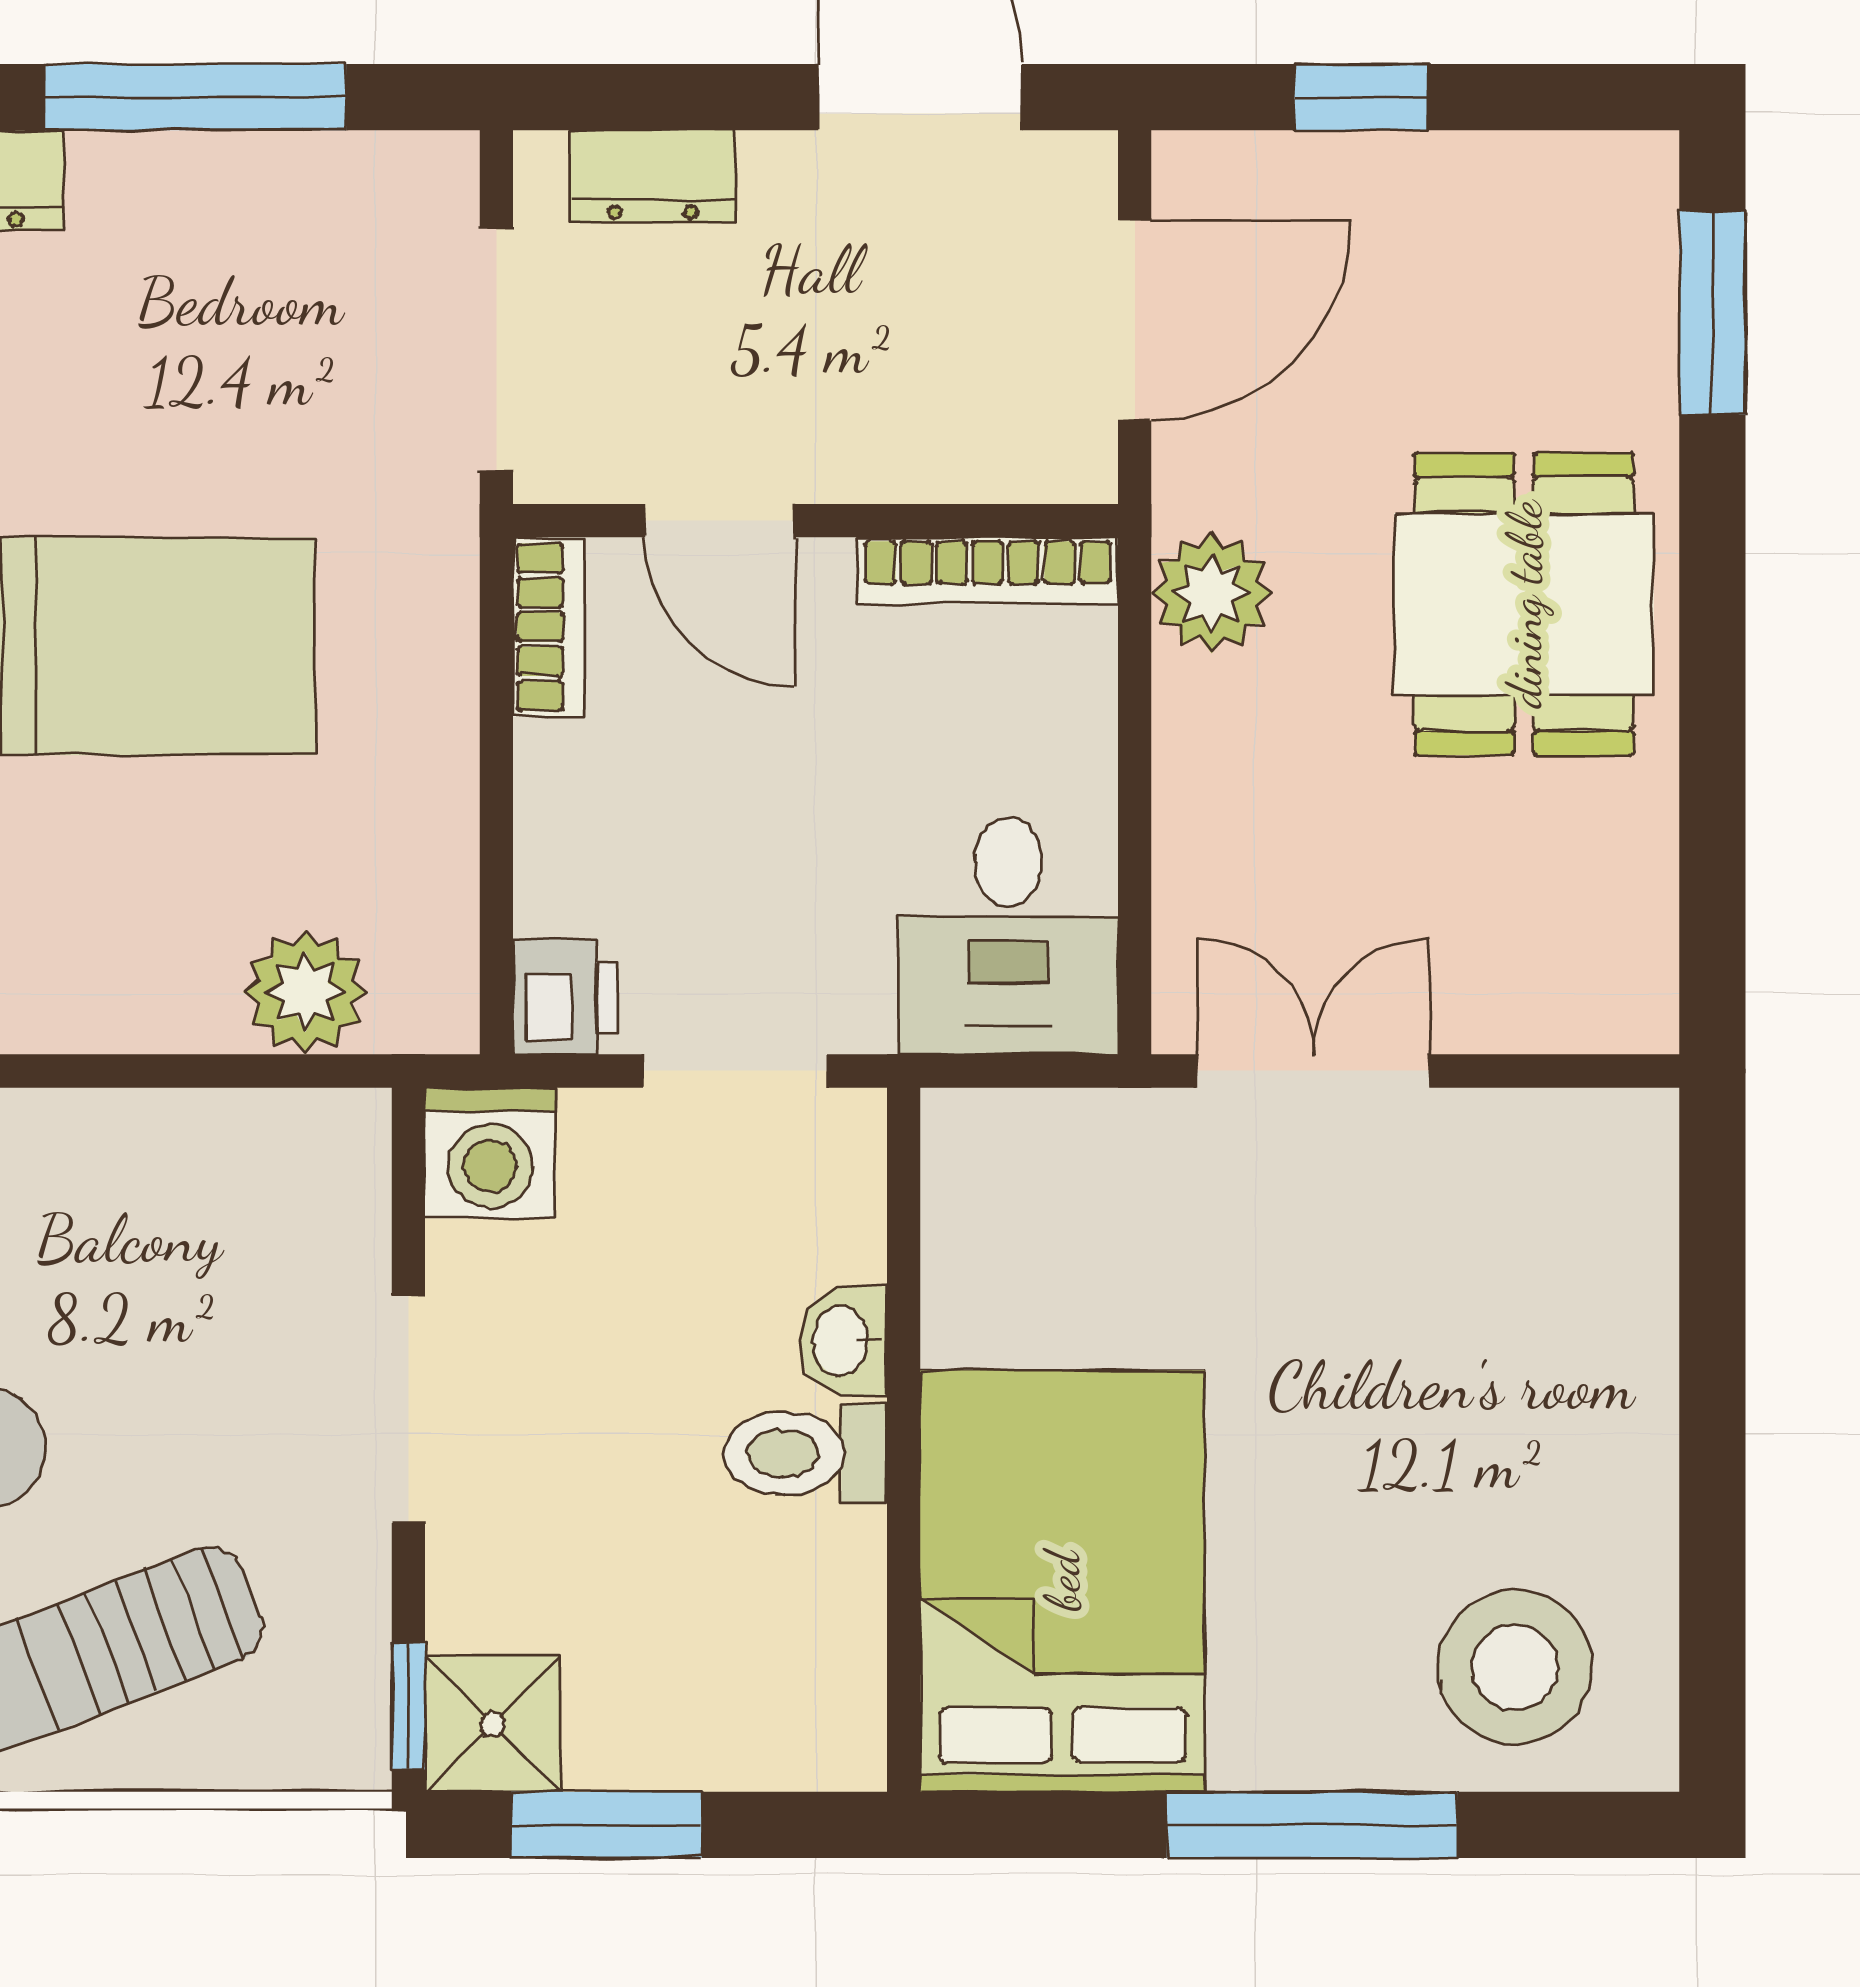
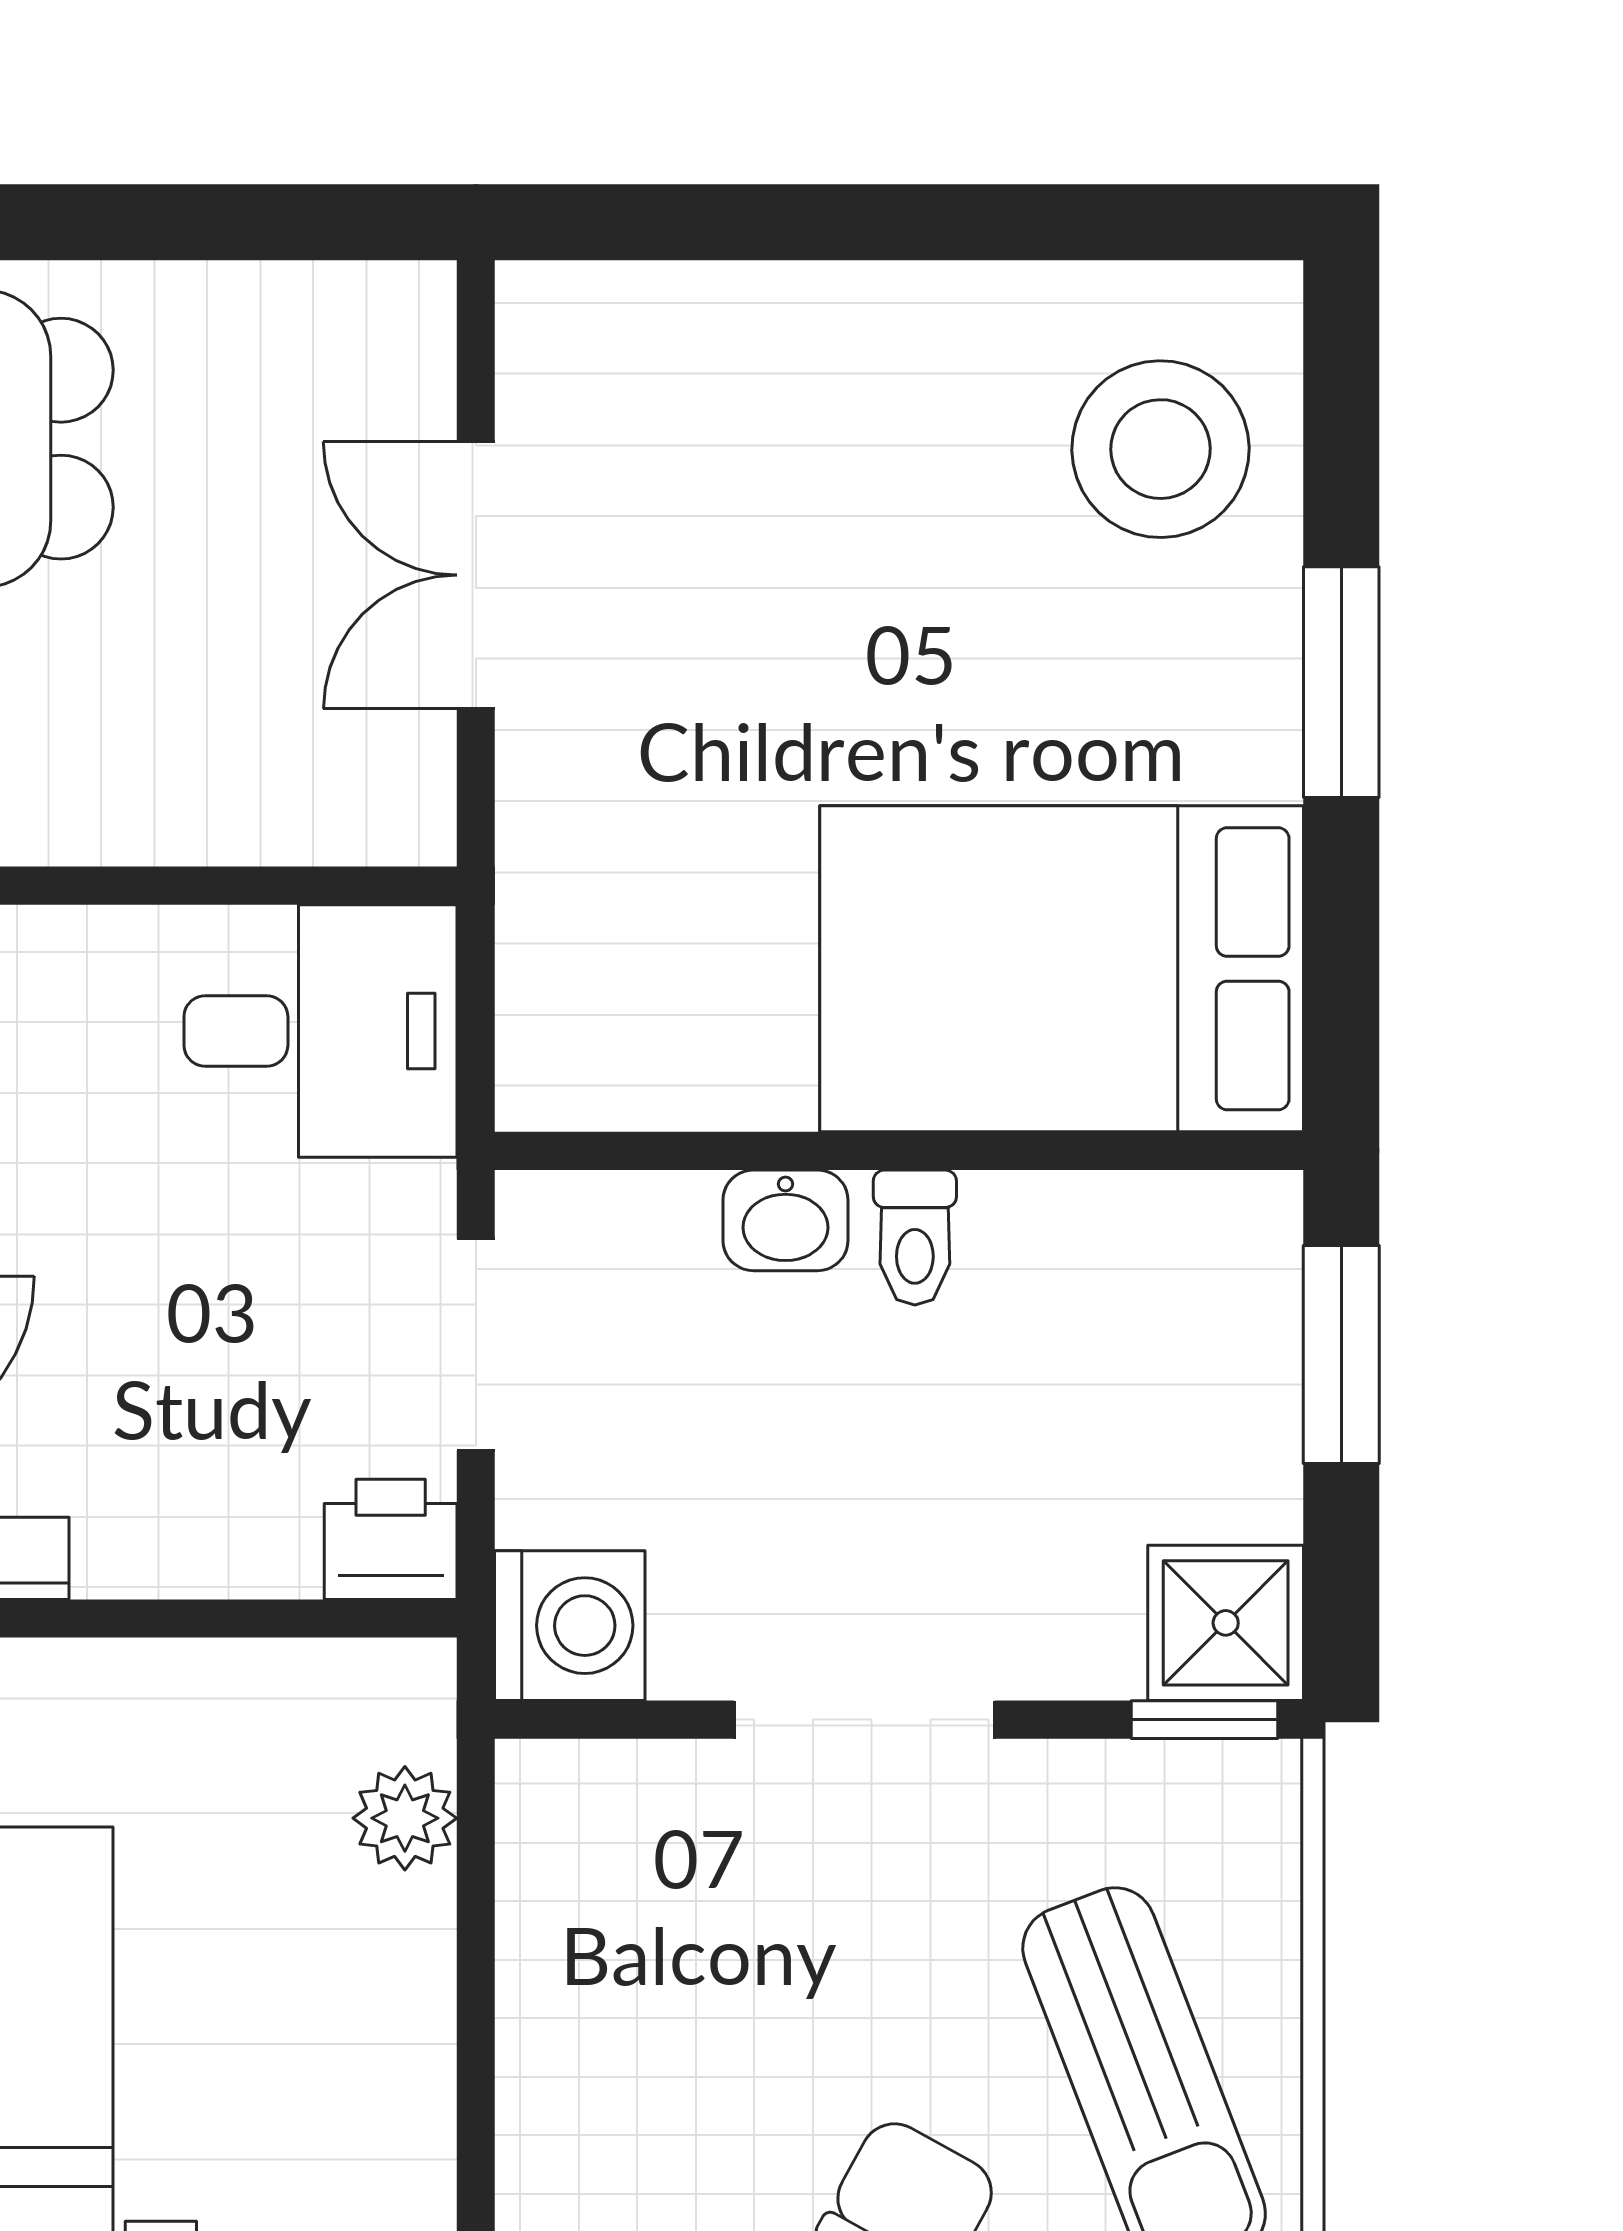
plant: (305, 992) -> (405, 1818), width x0.73, depth x0.73
double door: (1313, 1071) -> (476, 575), moved
toilet: (806, 1453) -> (915, 1237), width x0.73, depth x0.72
window: (606, 1825) -> (1341, 1354), moved
window: (1312, 1825) -> (1341, 682), width x0.69

